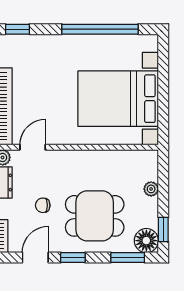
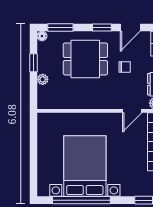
bed with nightstands: (118, 99) -> (85, 166), moved, turned -90
window: (163, 229) -> (33, 63), moved
floor lamp: (146, 241) -> (42, 36), width x0.53, depth x0.53

